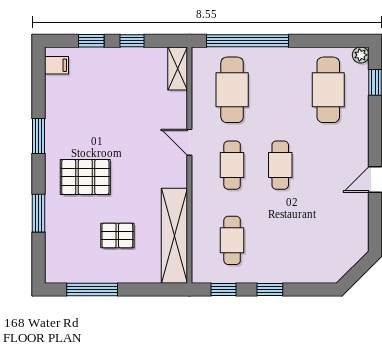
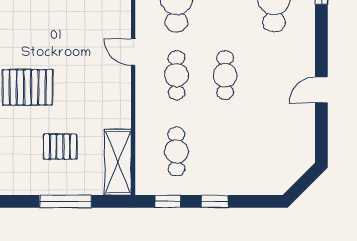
shelving: (174, 236) -> (118, 162), width x0.68
window: (92, 290) -> (66, 201), moved

